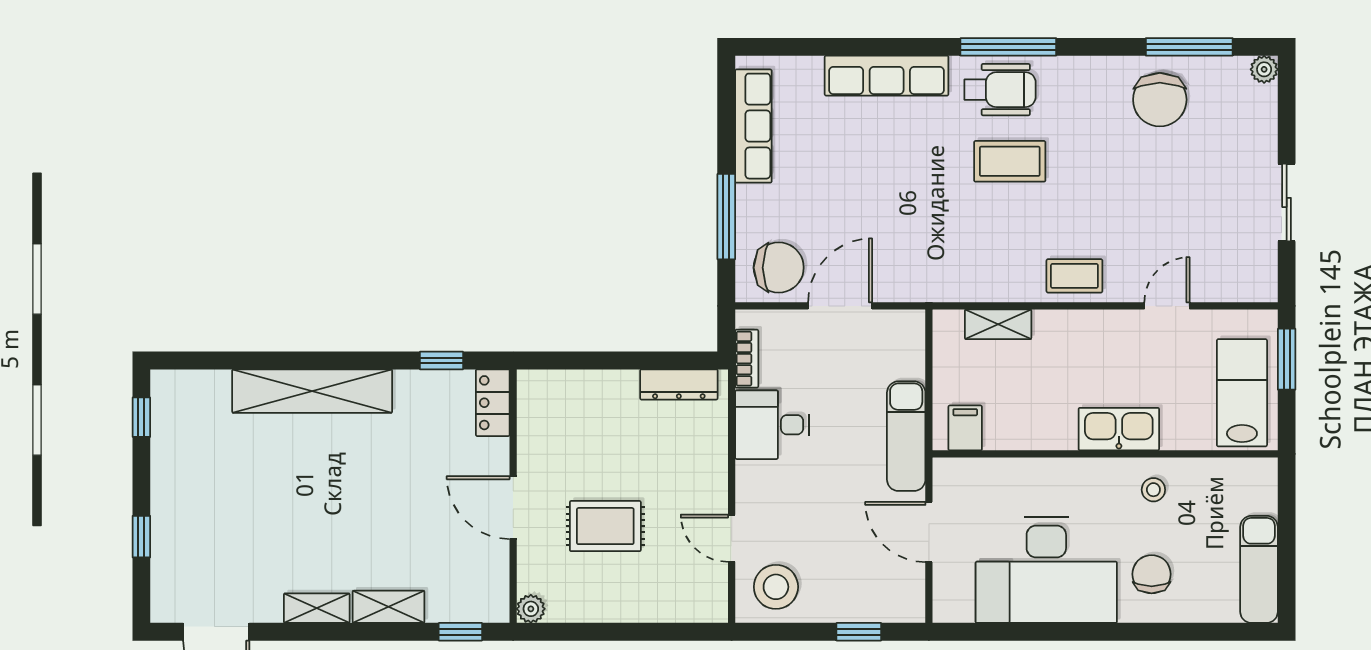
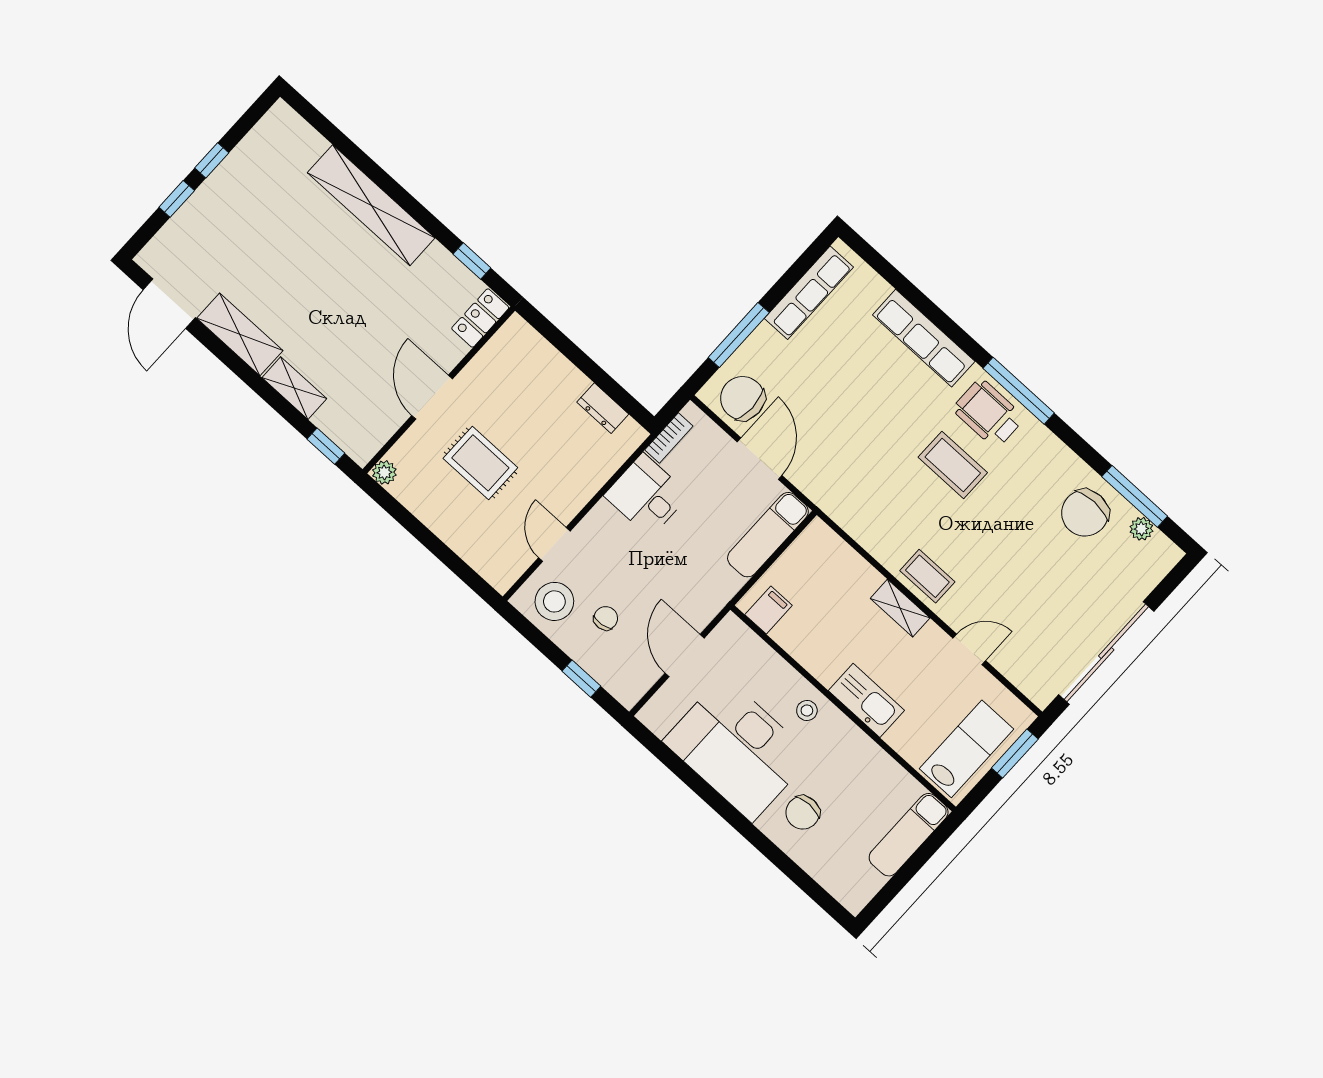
plant: (1264, 69) -> (1141, 529), moved
wheelchair: (1000, 90) -> (988, 413), turned 180
sliding door: (1287, 202) -> (1106, 653), width x1.86
chair: (779, 268) -> (743, 398), turned 180
door: (840, 306) -> (760, 459), hinge flipped
shelving: (998, 324) -> (900, 608), moved
dresser: (679, 384) -> (603, 408), width x0.70
window: (141, 417) -> (212, 160), moved
exam couch: (906, 436) -> (768, 535), moved
stool: (1153, 490) -> (807, 710), moved
chair: (833, 561) -> (606, 618), added
exam couch: (1259, 569) -> (909, 835), moved
chair: (1152, 574) -> (803, 813), turned 180
shelving: (317, 608) -> (240, 334), width x1.50, depth x1.33

